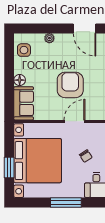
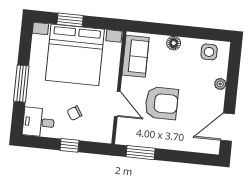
sofa: (24, 103) -> (136, 56), moved, turned -90

